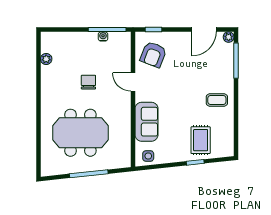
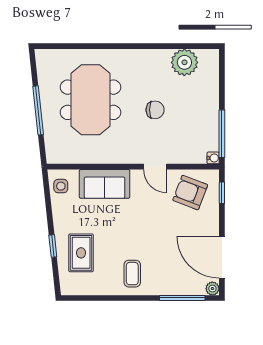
door: (204, 30) -> (222, 257), width x1.36
water cooler: (103, 36) -> (213, 158), moved
plant: (46, 59) -> (184, 62), width x1.88, depth x1.88
door: (133, 82) -> (155, 167), swing flipped
rug: (201, 140) -> (81, 253), turned 90

